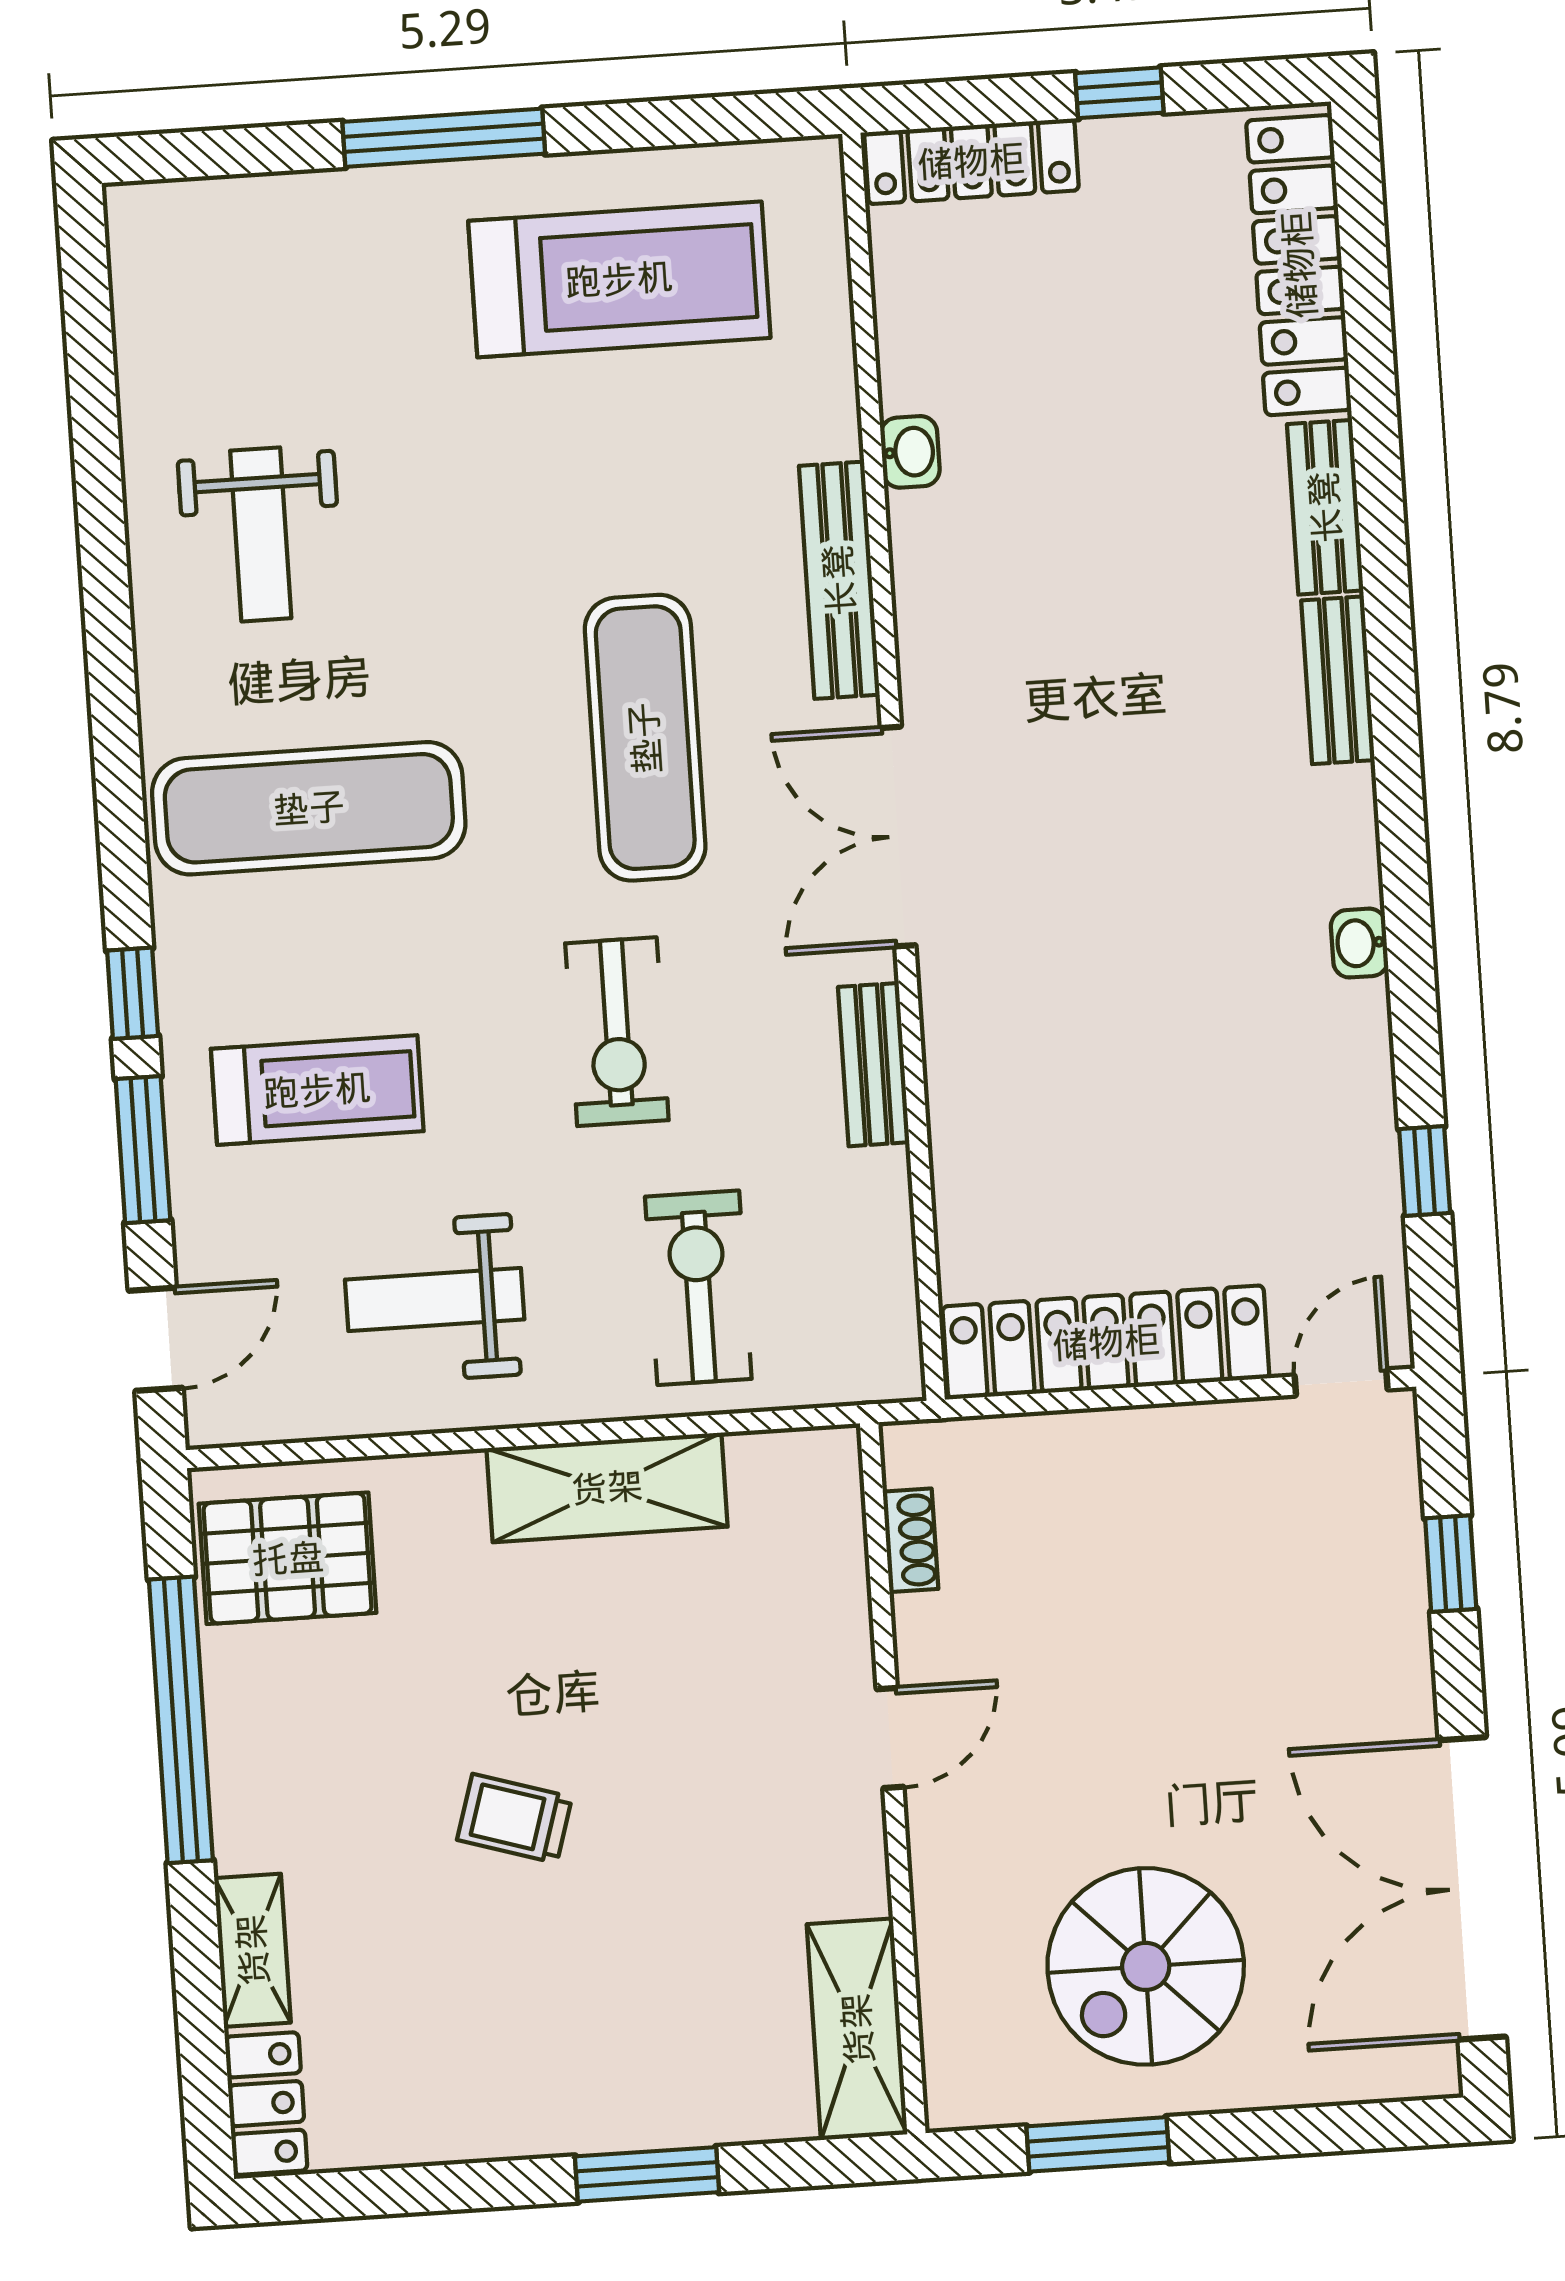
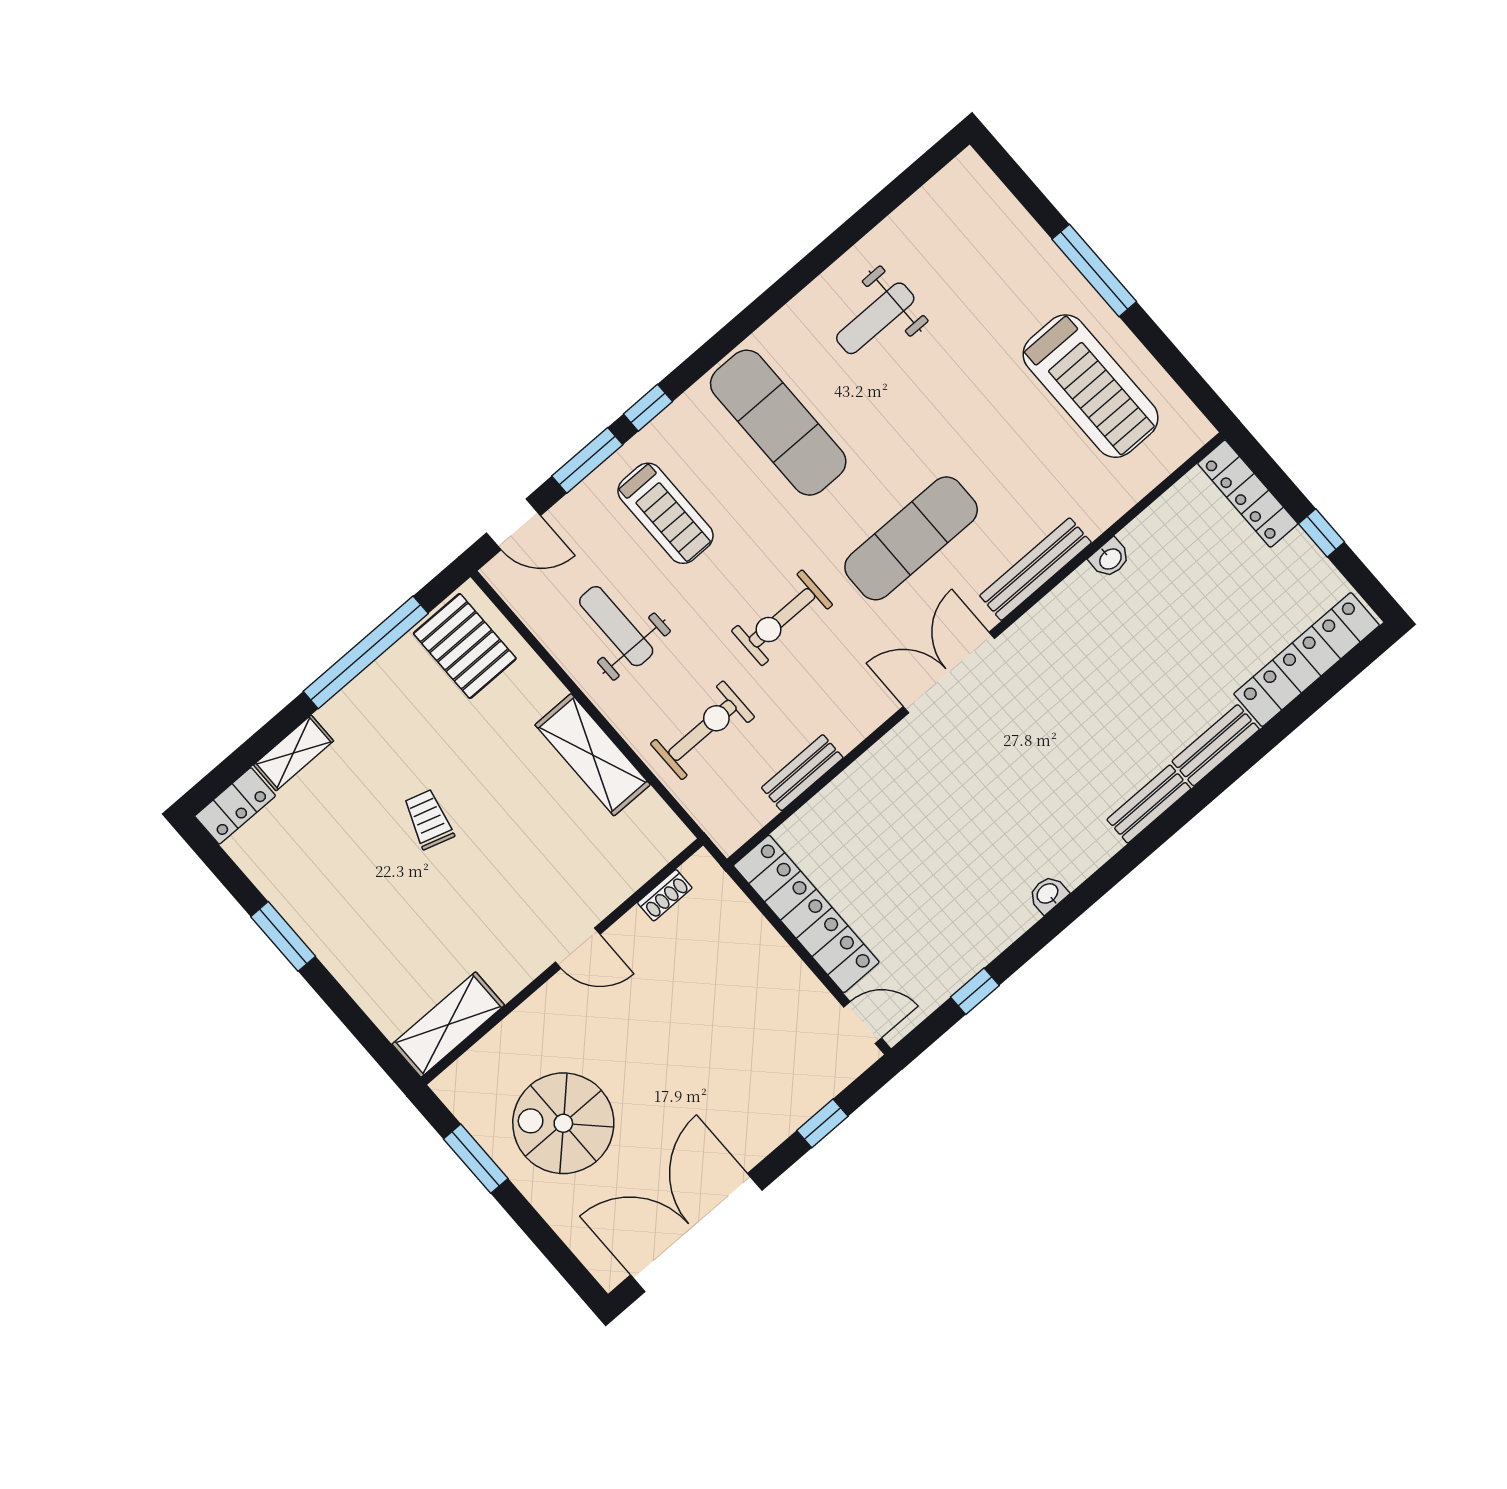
bench: (874, 1065) -> (802, 773), moved
window: (647, 2174) -> (283, 936), moved

